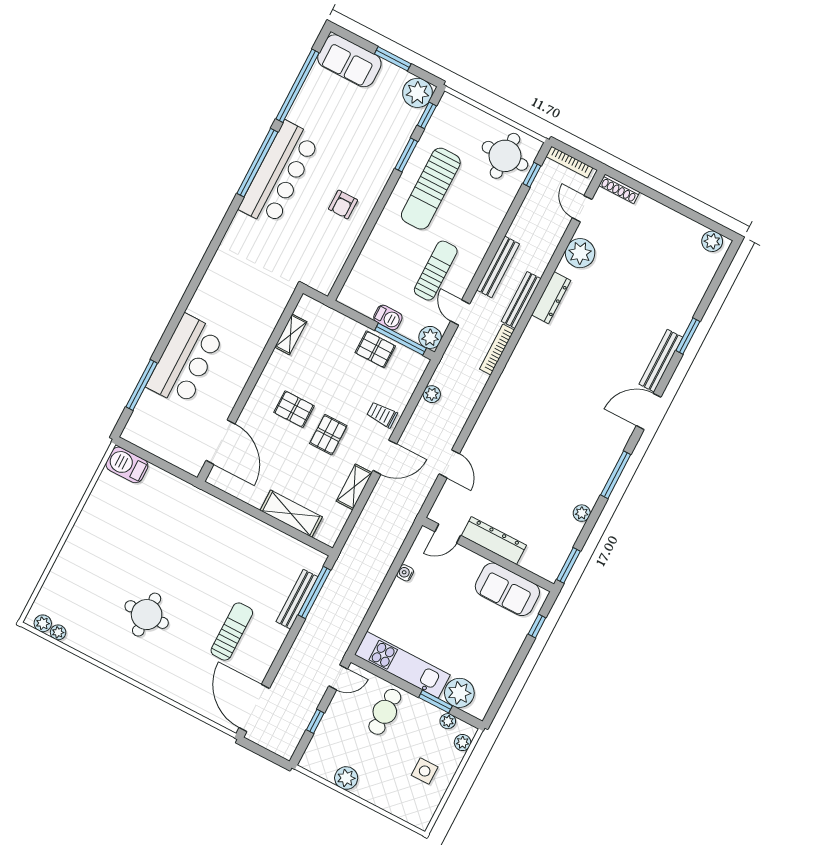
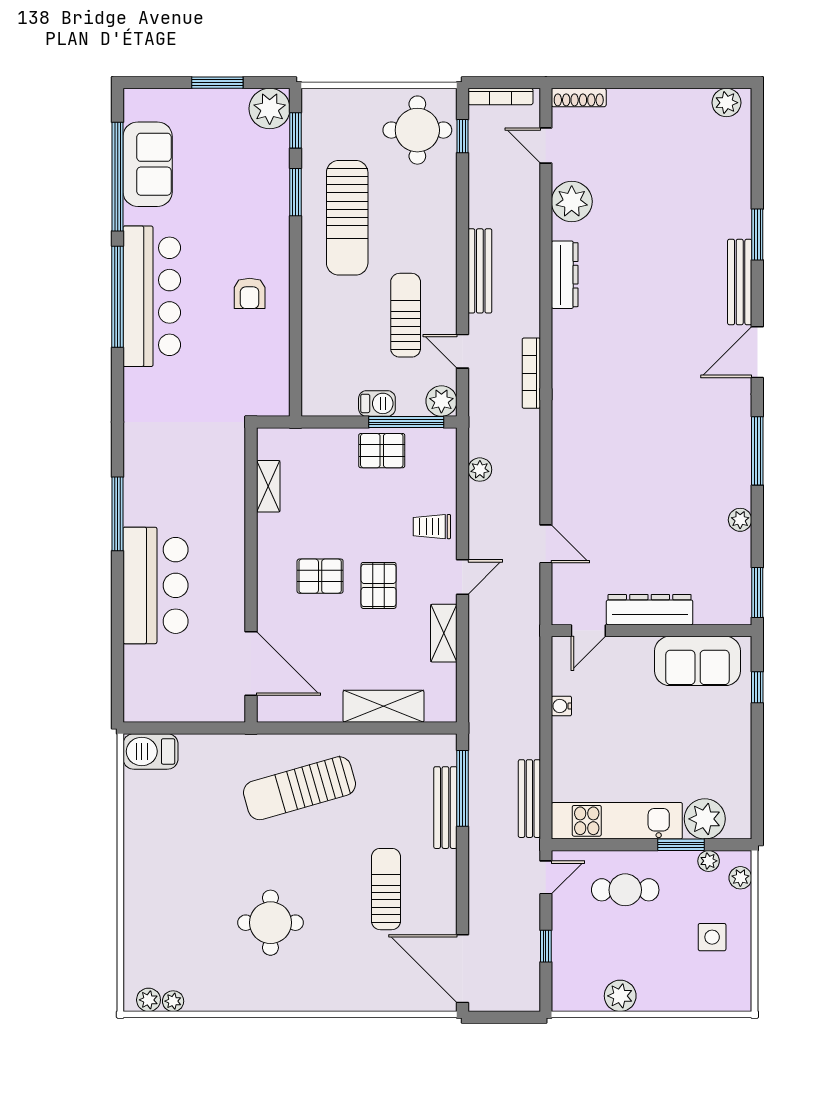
sofa: (349, 61) -> (148, 164), moved, turned -90
bench: (521, 300) -> (529, 799), moved
window: (142, 385) -> (118, 514), moved
door: (385, 457) -> (462, 577), width x0.73
sun lounger: (210, 538) -> (300, 788), added
cafe table: (385, 712) -> (625, 890), turned 90

